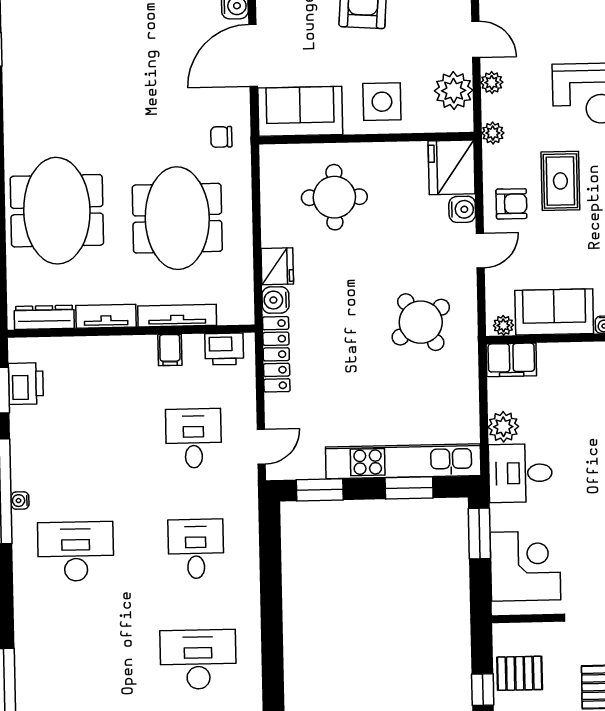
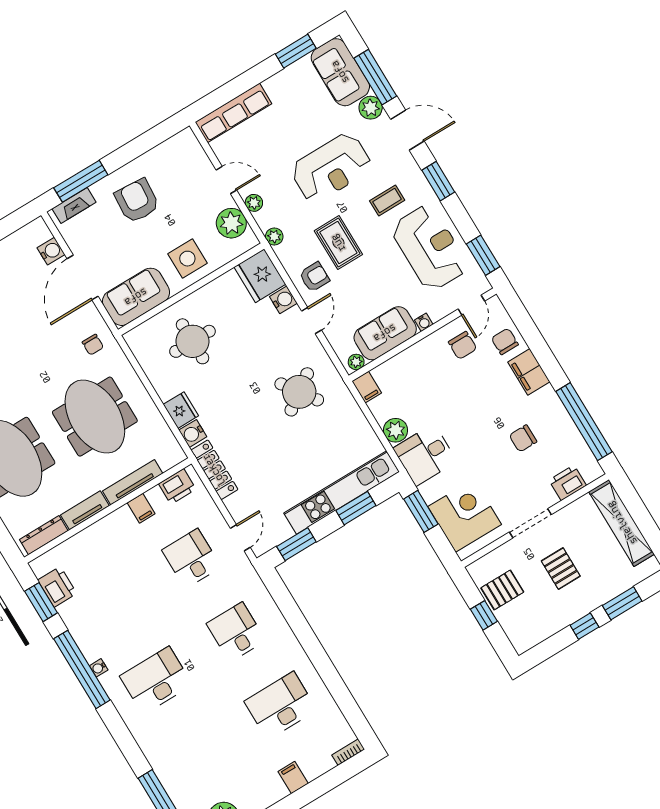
chair: (221, 137) -> (93, 345), turned -90
filing cabinet: (511, 360) -> (367, 387), width x0.50

